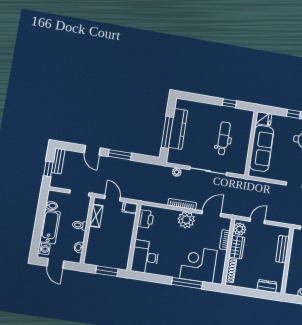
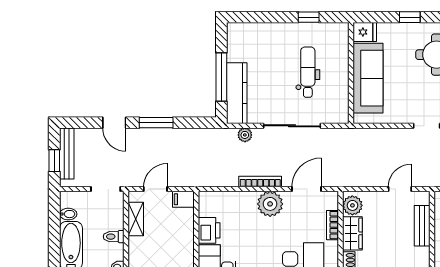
kitchen counter: (178, 129) -> (237, 93), moved
bench: (58, 161) -> (67, 154), width x1.36
door: (112, 198) -> (155, 189), hinge flipped
printer: (145, 219) -> (209, 230), moved
door: (257, 221) -> (400, 189), moved

